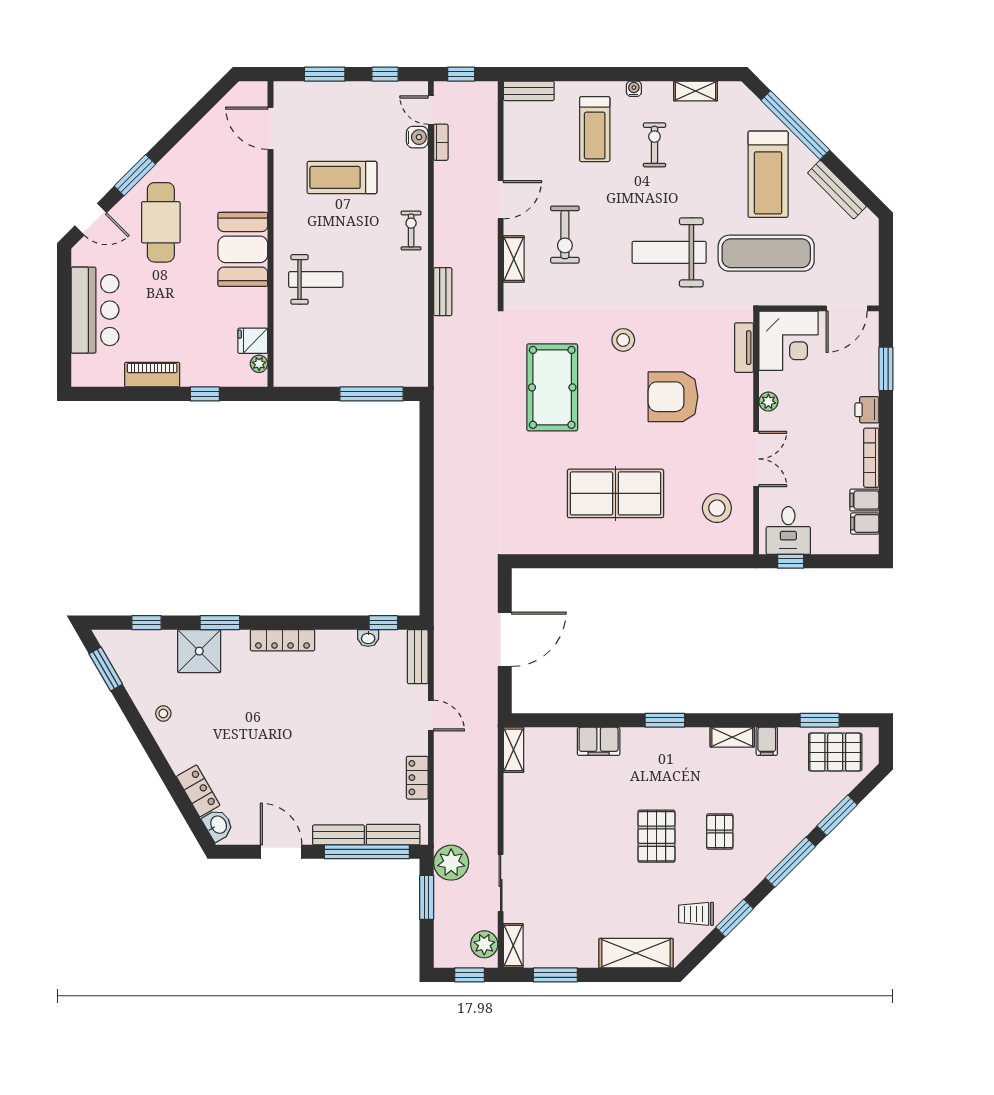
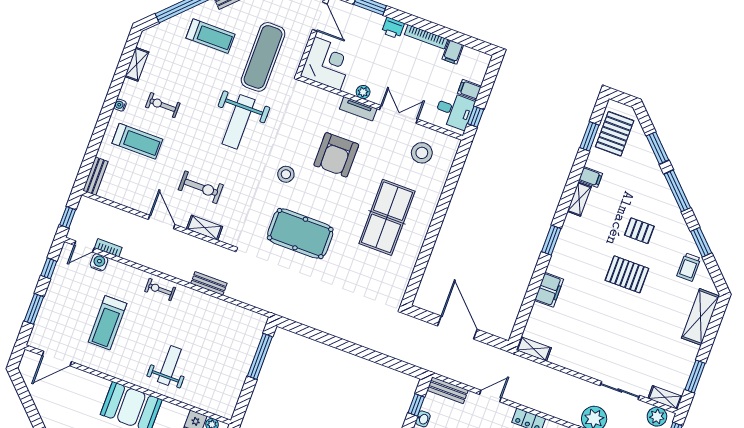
treadmill: (768, 174) -> (210, 36), width x0.73, depth x0.73
tv unit: (744, 348) -> (358, 109), moved
filing cabinet: (865, 523) -> (469, 90), moved, turned 90

